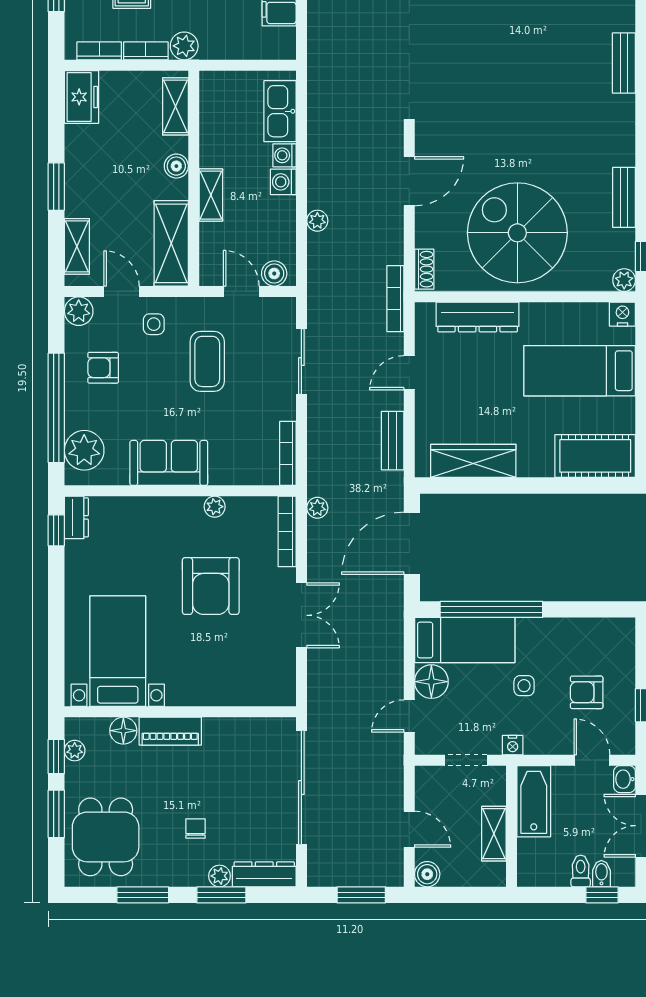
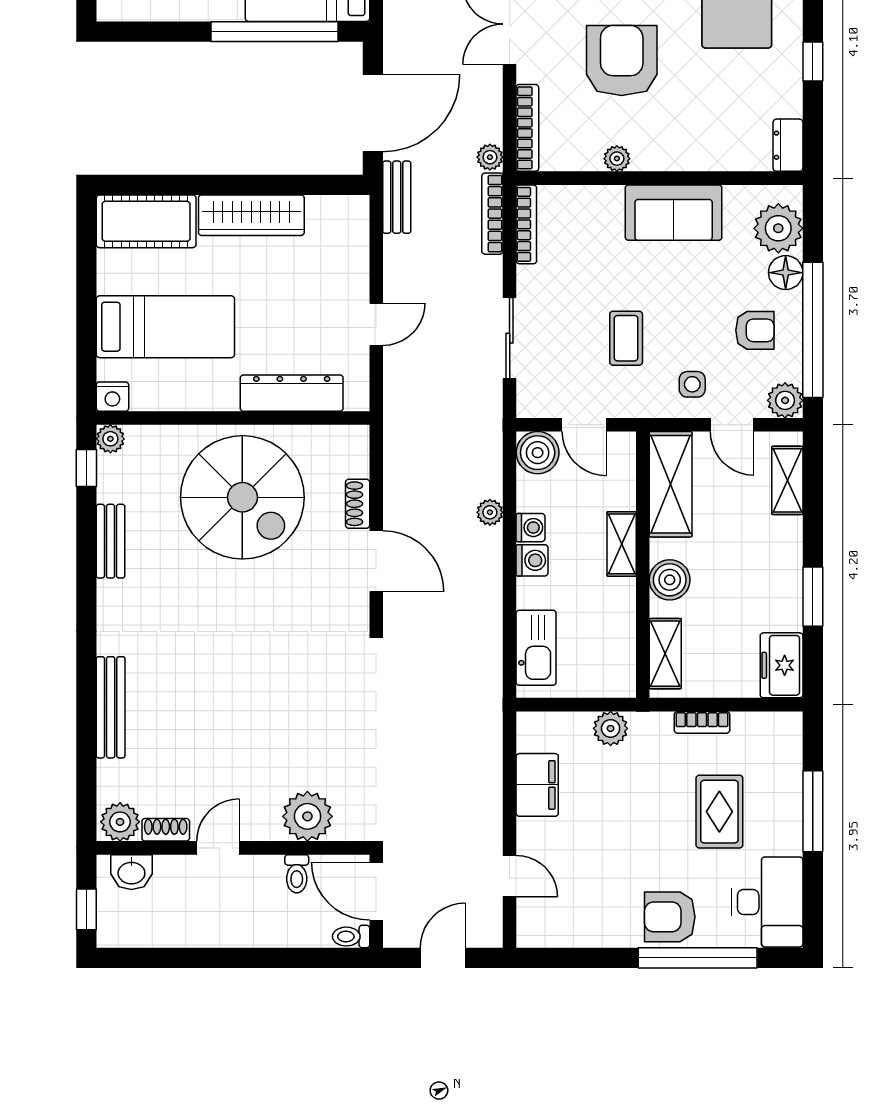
plant: (184, 46) -> (611, 728), moved
bookcase: (99, 51) -> (760, 722), removed
bench: (624, 63) -> (111, 707), width x1.36
washing machine: (285, 155) -> (530, 528), moved
boiler: (176, 166) -> (670, 580), width x1.36, depth x1.36
door: (409, 181) -> (376, 561), swing flipped
window: (56, 187) -> (813, 597), moved
shoe rack: (424, 269) -> (358, 504), moved
boiler: (274, 273) -> (538, 453), width x1.36, depth x1.36
bookcase: (395, 299) -> (492, 214), moved, turned 180
coffee table: (207, 361) -> (626, 338), width x0.73, depth x0.77
window: (56, 408) -> (813, 330), moved
floor lamp: (78, 415) -> (786, 273), added
bench: (393, 441) -> (397, 197), moved
wardrobe: (473, 461) -> (251, 215), moved
window: (56, 530) -> (813, 62), moved

